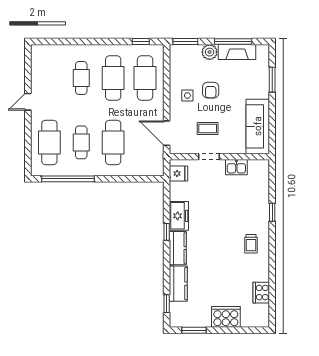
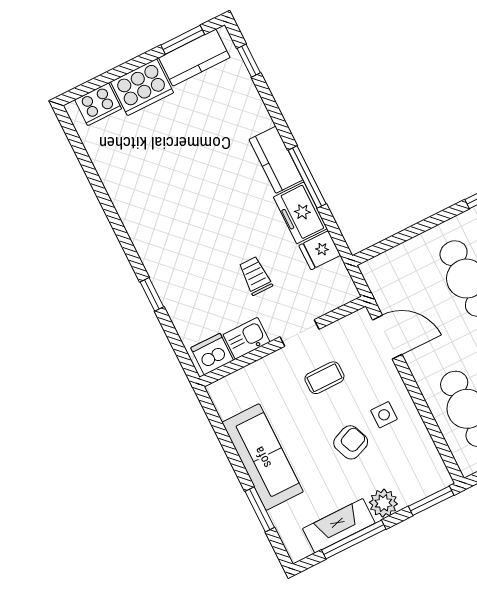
armchair: (211, 90) -> (351, 442), turned 68
sofa: (258, 126) -> (263, 457), moved
dishwasher: (257, 168) -> (212, 354), added
fridge: (179, 174) -> (320, 250), moved
window: (167, 232) -> (307, 177), width x2.17
trolley: (251, 244) -> (255, 276), moved
kitchen counter: (178, 284) -> (194, 58), moved, turned -90
cooker: (261, 293) -> (98, 104), moved, turned 90

